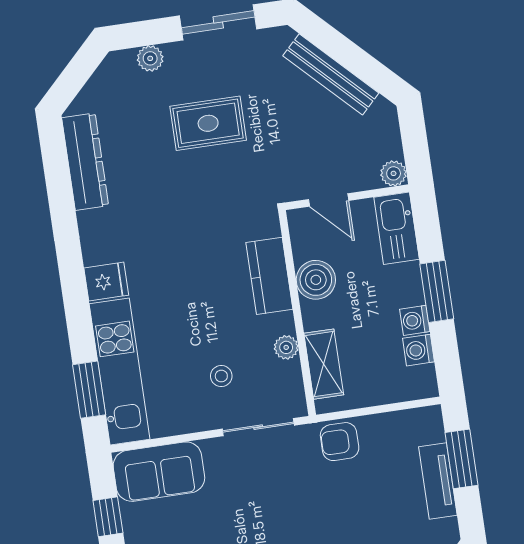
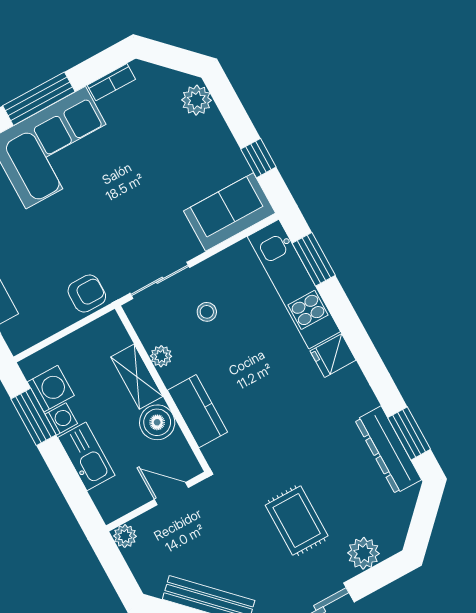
plant: (150, 58) -> (363, 553), width x1.38, depth x1.38
rug: (208, 123) -> (297, 521), turned 90
window: (57, 171) -> (409, 433), added
kitchen sink: (397, 228) -> (86, 456), moved
window: (437, 291) -> (33, 417), moved
washing machine: (419, 350) -> (51, 389), width x1.38, depth x1.38
shelving: (324, 364) -> (137, 377), moved

